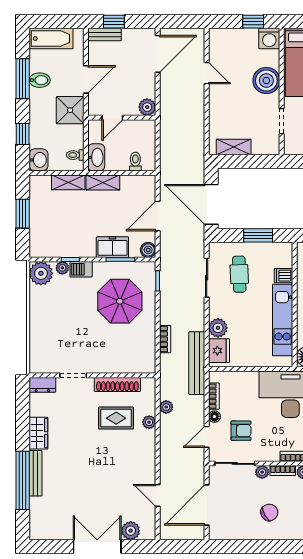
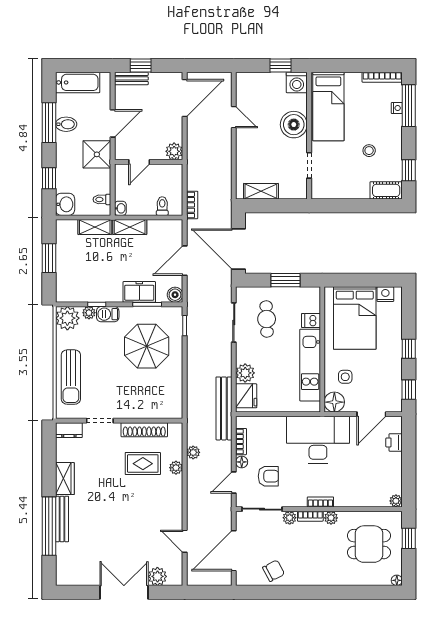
washbasin: (96, 157) -> (120, 208), width x0.52, depth x0.69
sun lounger: (44, 332) -> (71, 377), added
bookcase: (165, 339) -> (192, 205), moved
chair: (269, 512) -> (274, 571), moved

